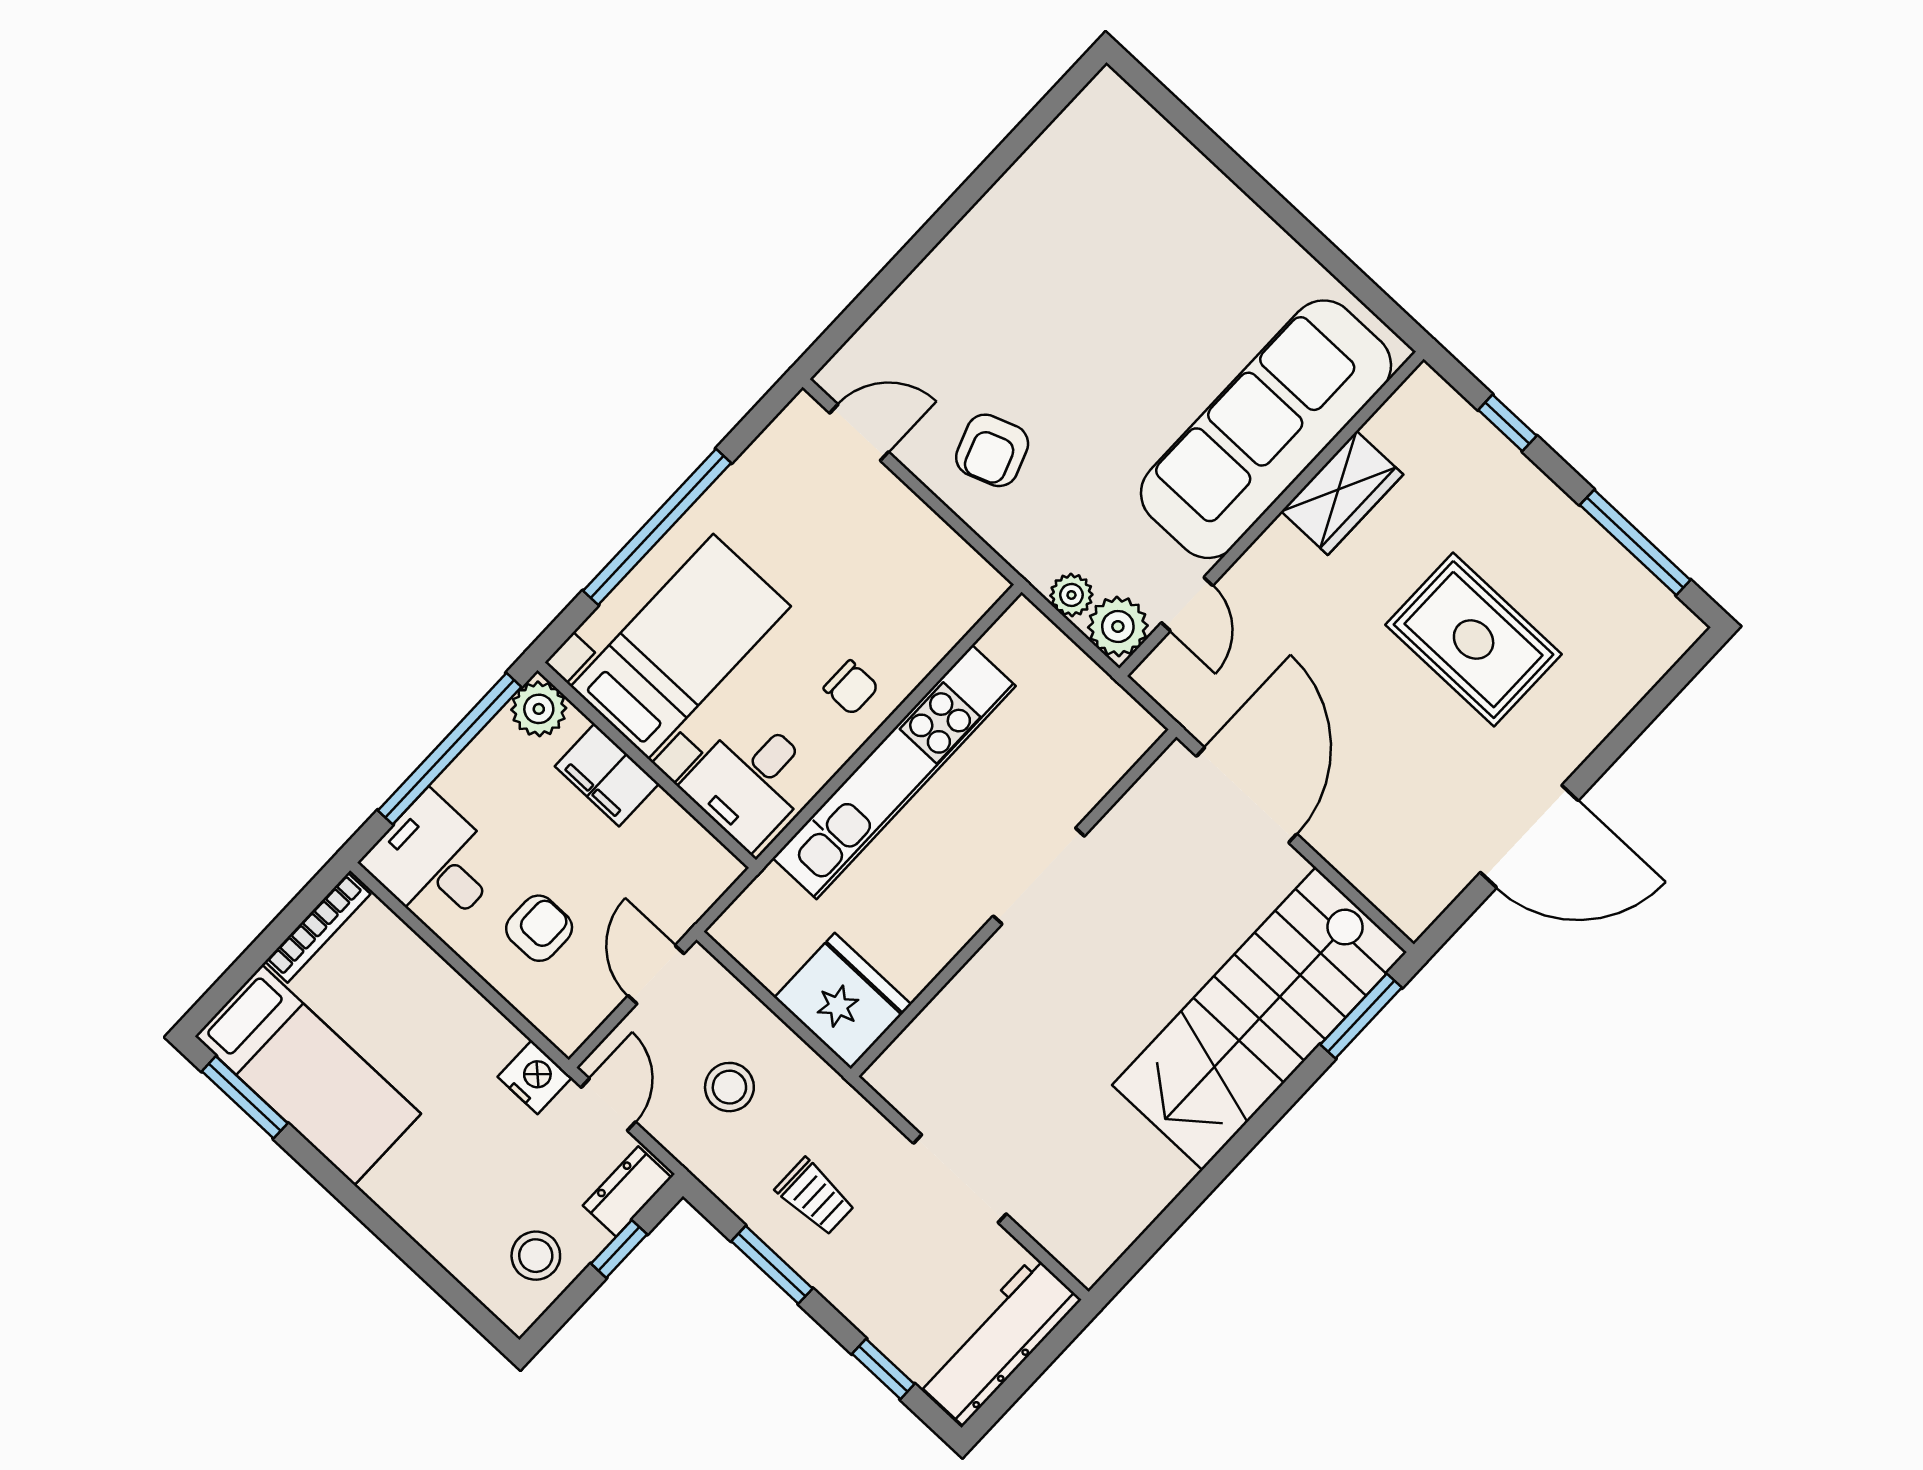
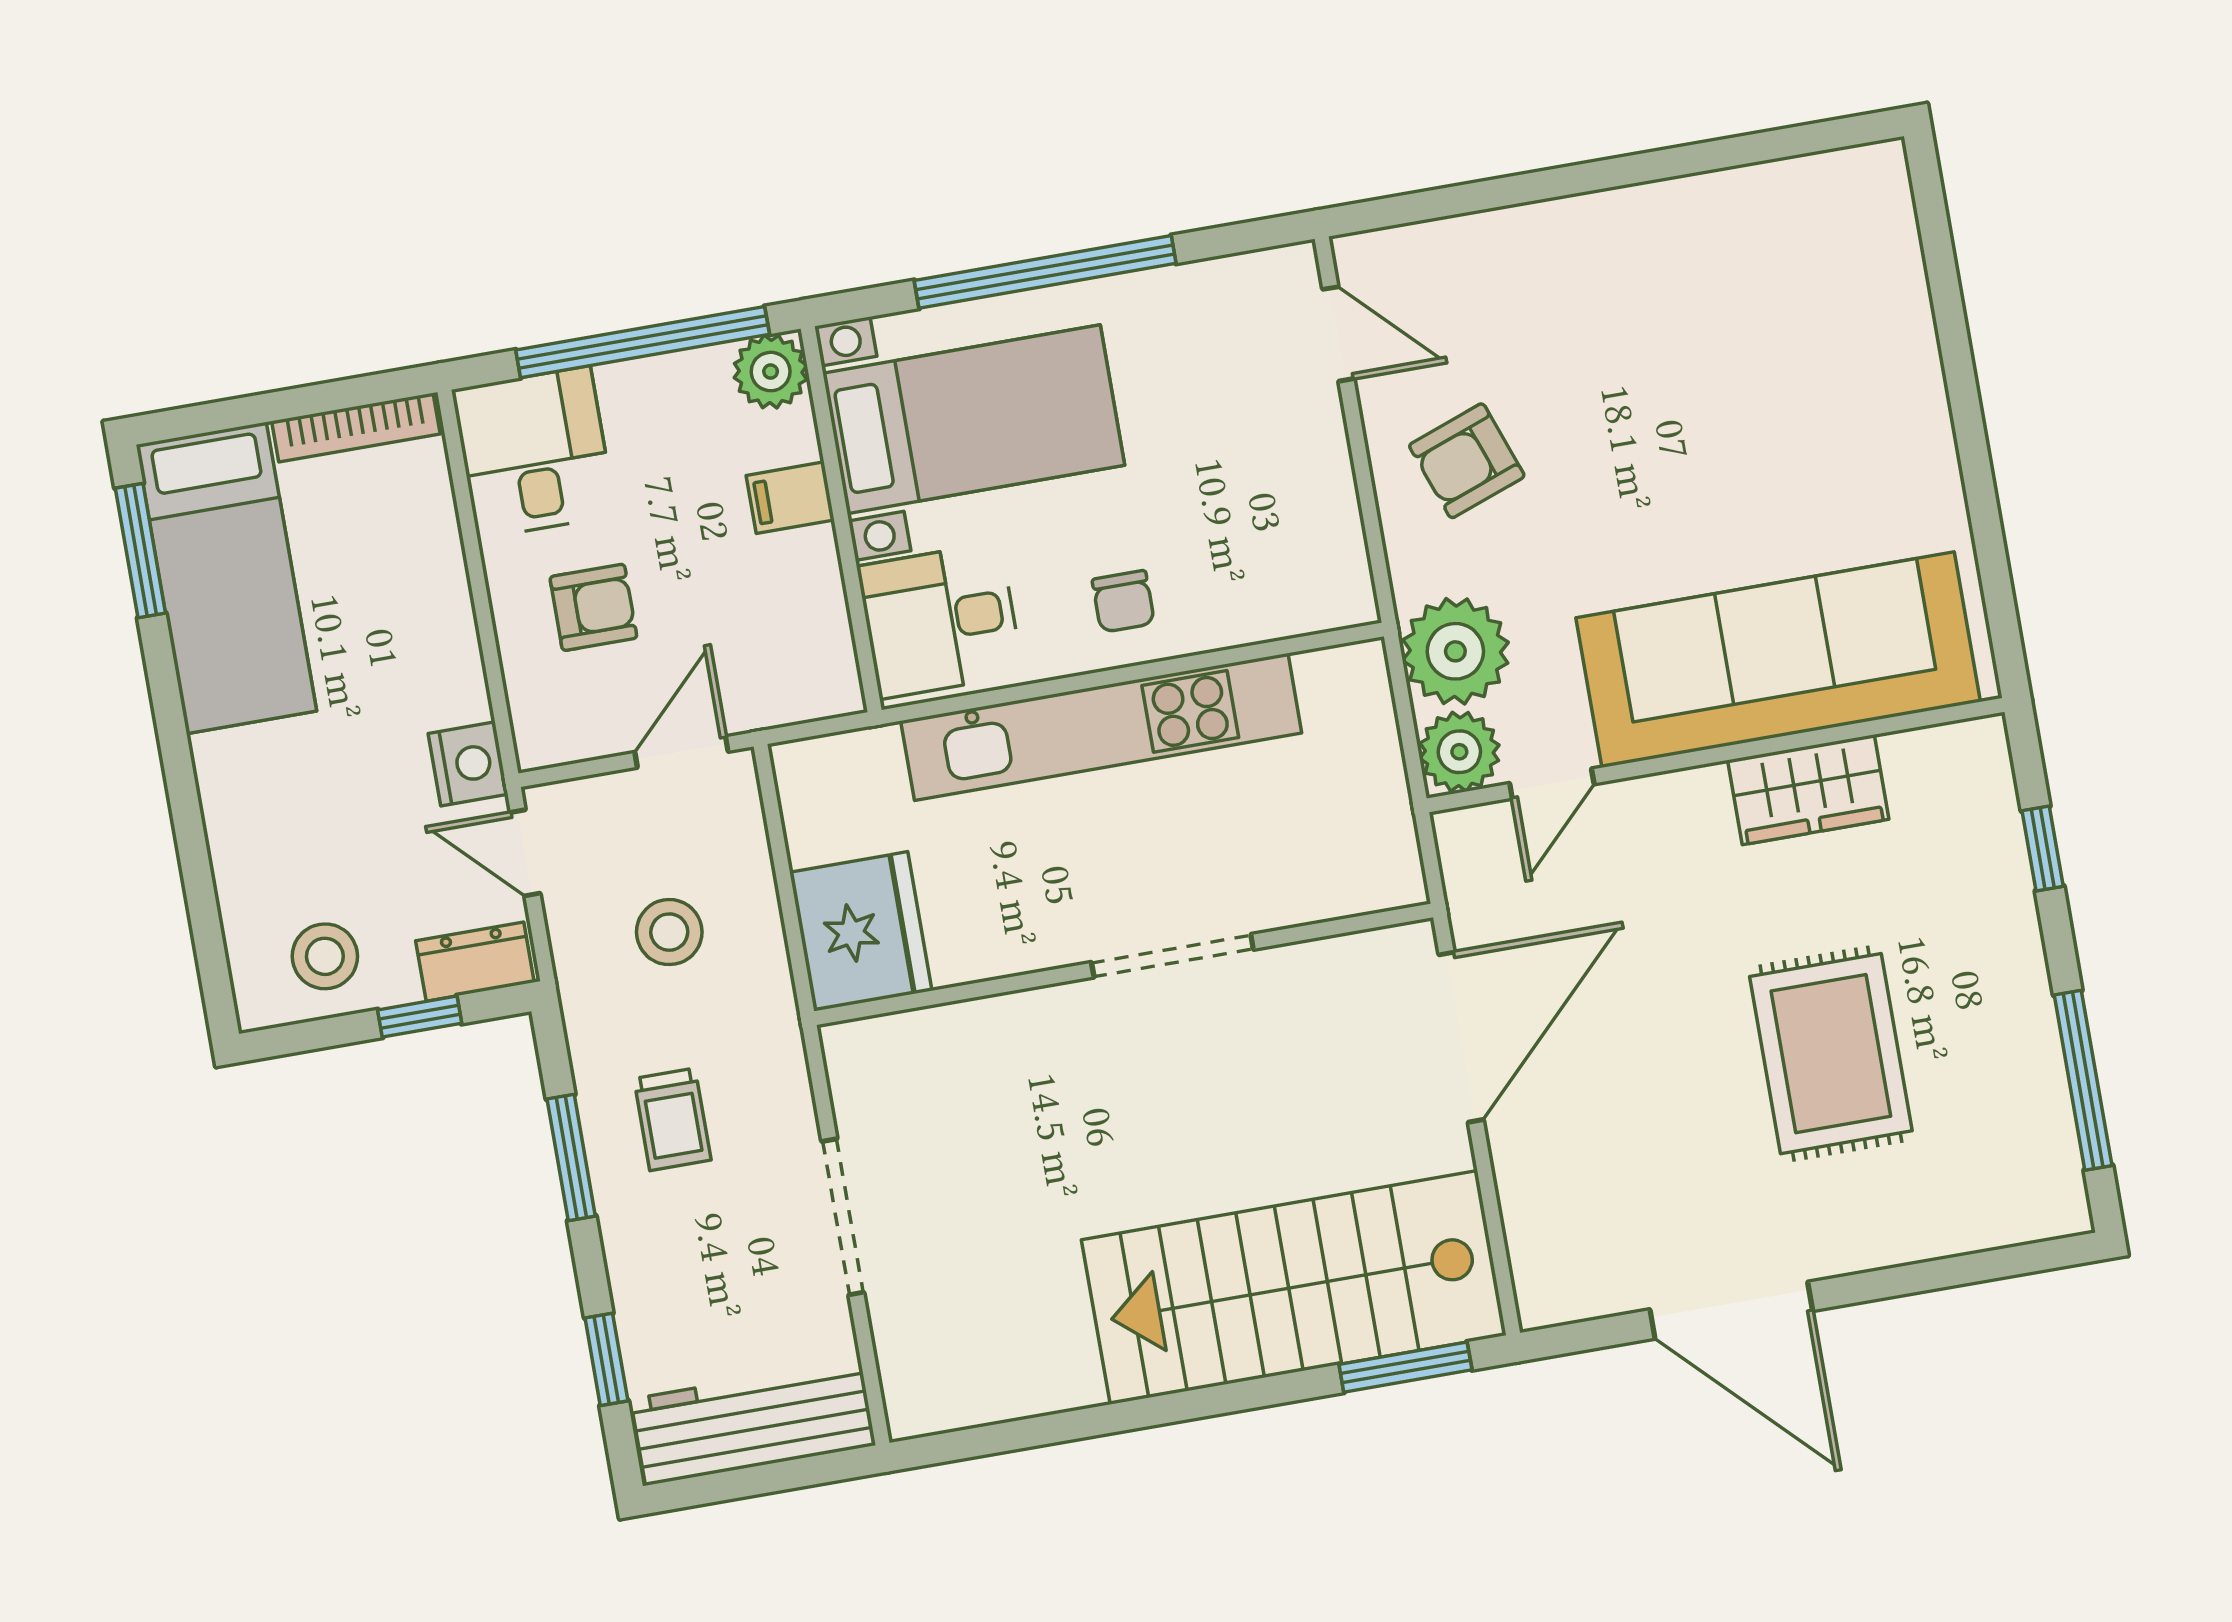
plant: (1071, 595) -> (1455, 651), width x1.87, depth x1.87
filing cabinet: (607, 775) -> (790, 498), width x0.50
door: (608, 1105) -> (525, 853), swing flipped

